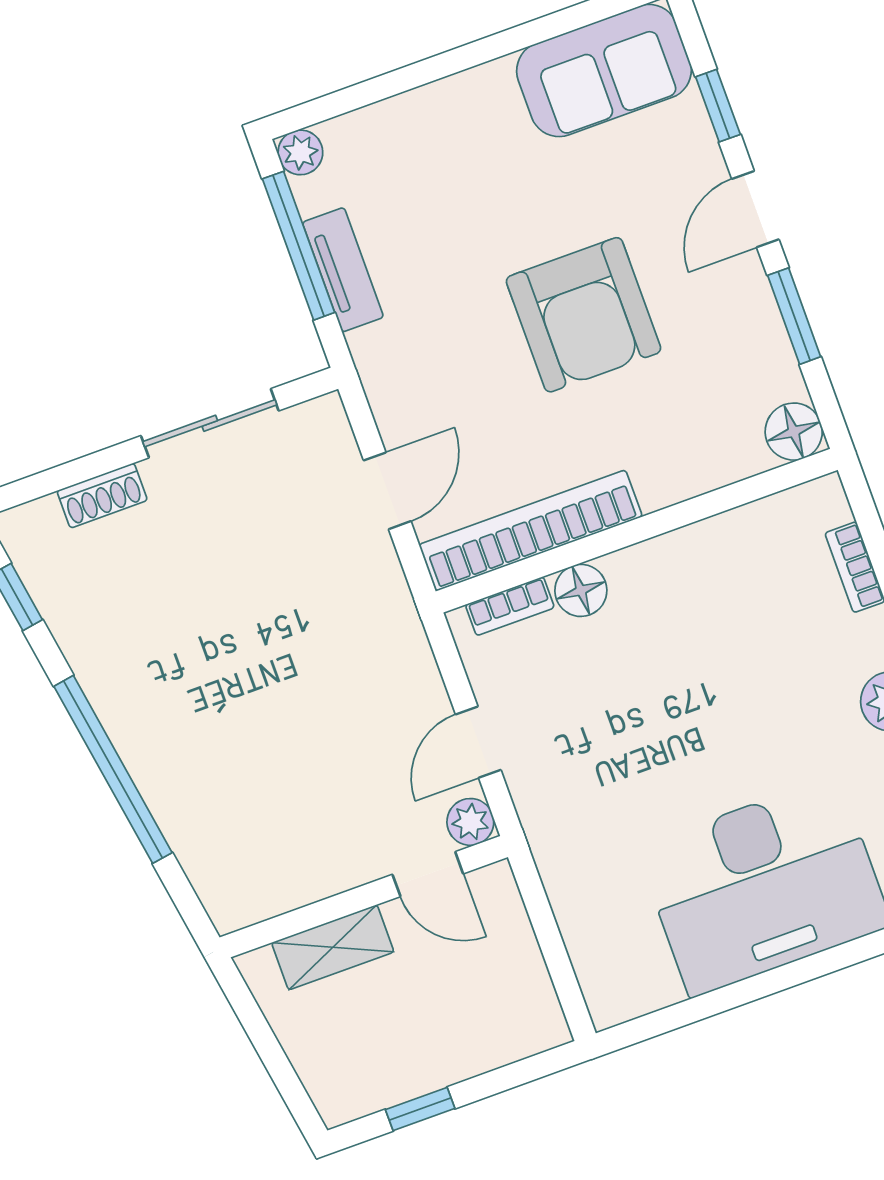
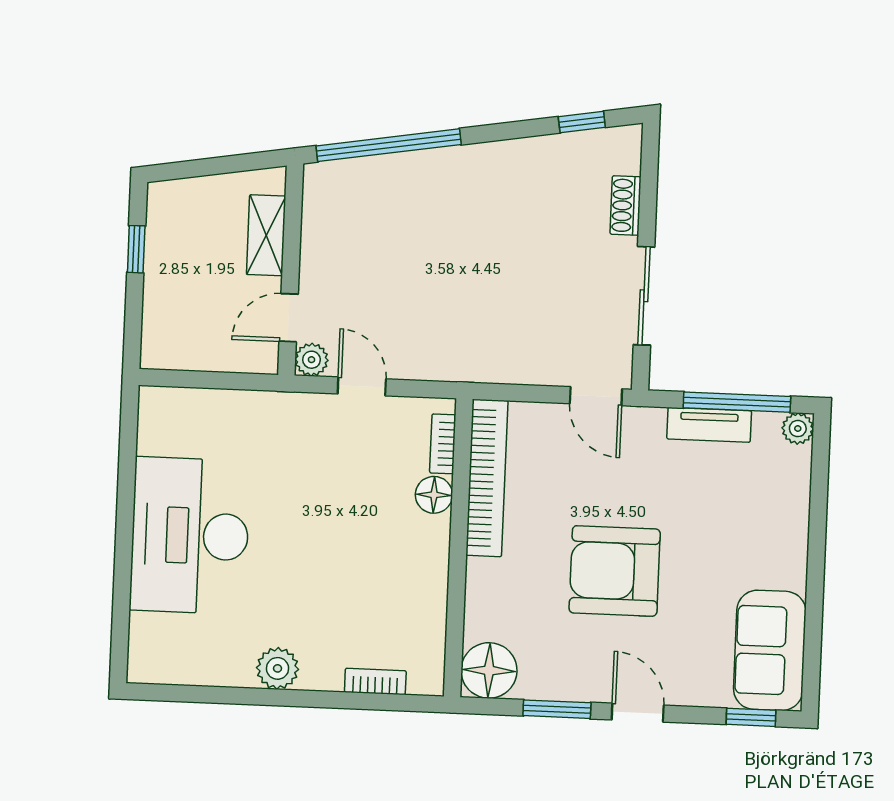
window: (718, 106) -> (751, 717), moved
floor lamp: (794, 432) -> (489, 670), width x1.38, depth x1.38
door: (387, 491) -> (596, 396), moved
window: (113, 769) -> (389, 145), moved

